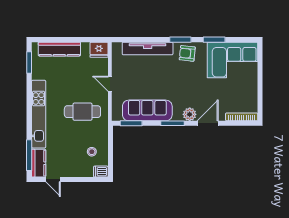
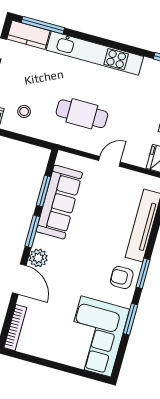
armchair: (187, 53) -> (122, 278), turned -96
cafe table: (82, 112) -> (82, 114), turned 90
window: (131, 123) -> (44, 191), moved

